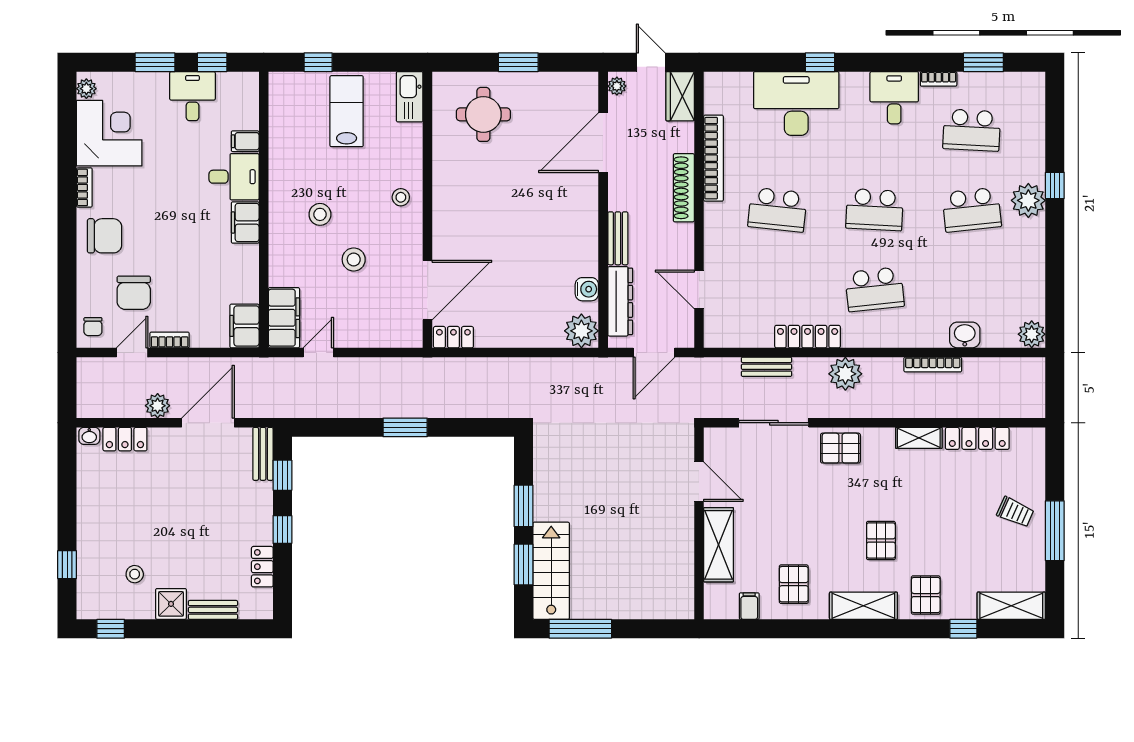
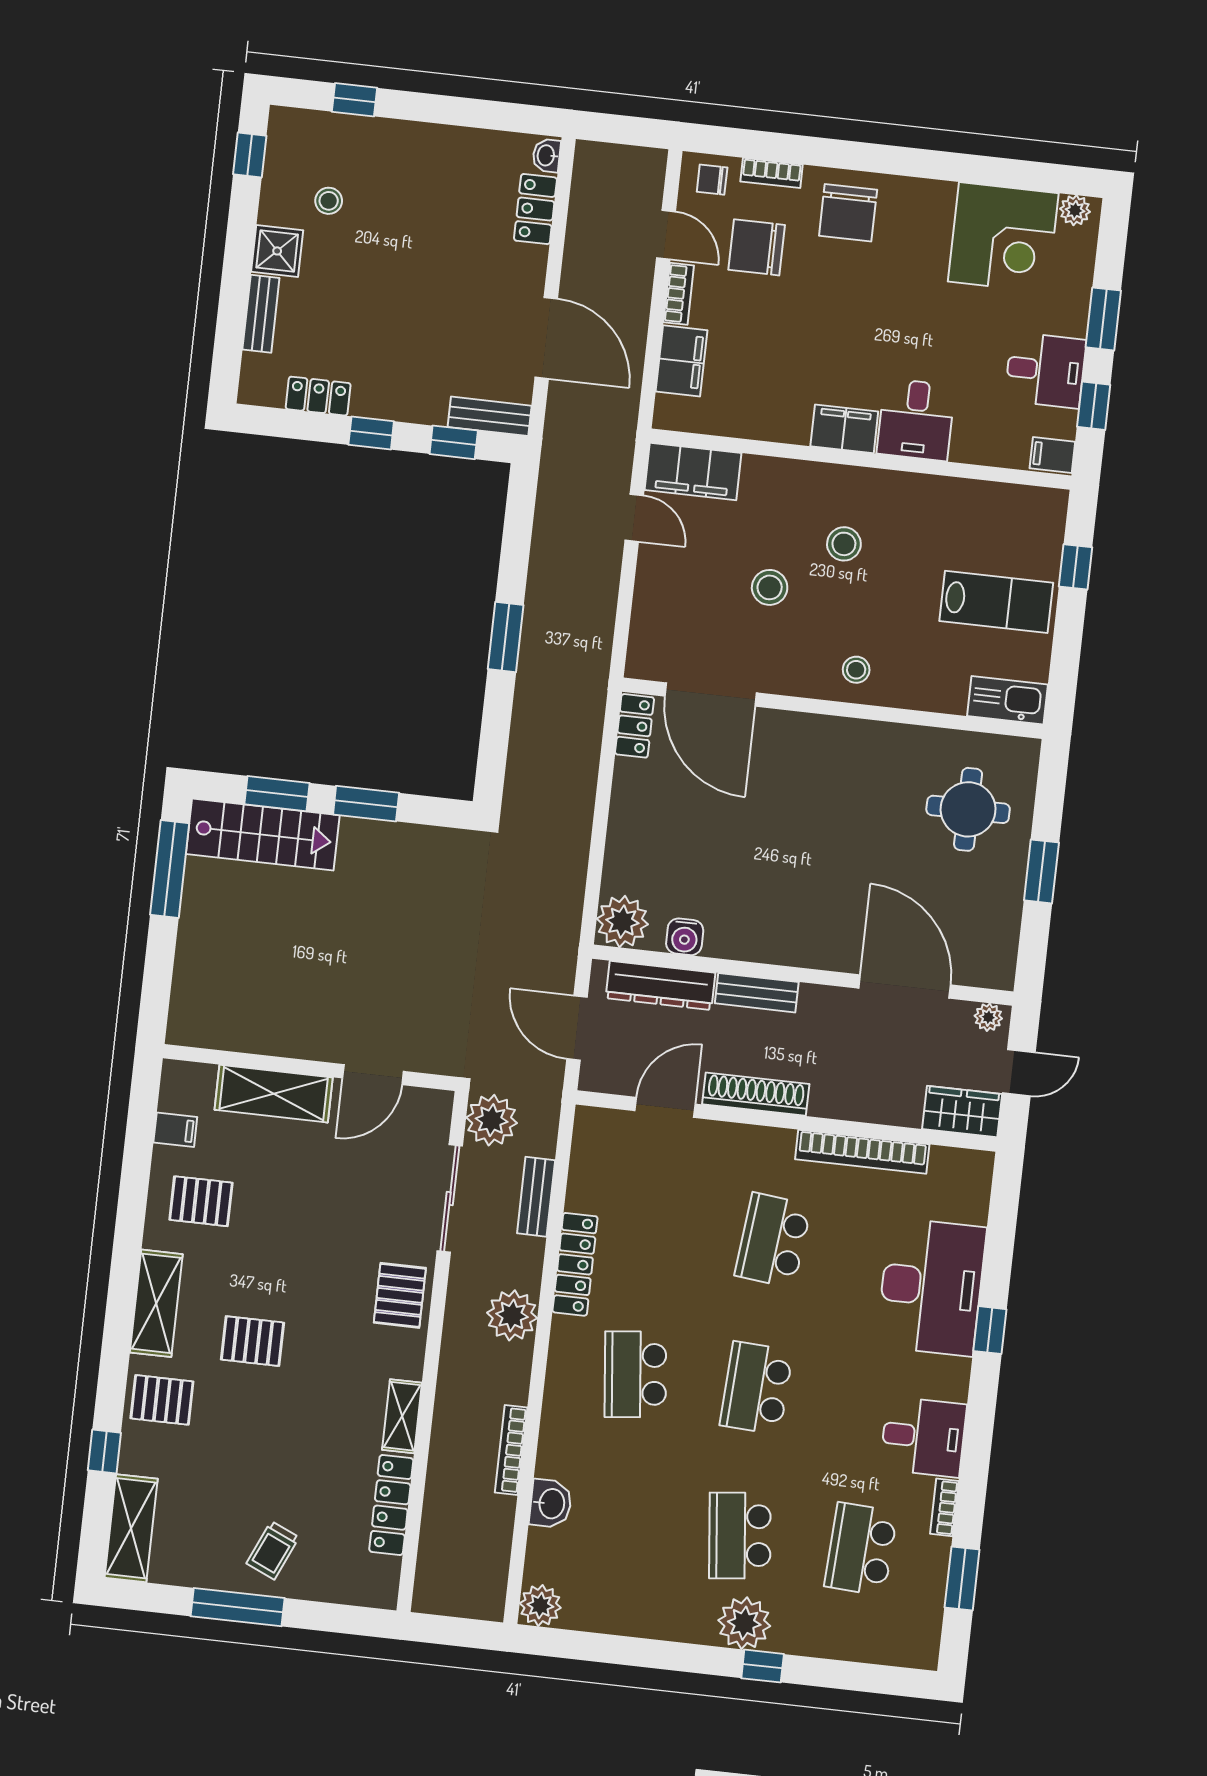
filing cabinet: (245, 141) -> (1052, 455), moved, turned -90
bookcase: (84, 187) -> (772, 173), moved
shoe rack: (684, 188) -> (756, 1094), moved
filing cabinet: (244, 326) -> (681, 361), moved, turned 90
plant: (158, 406) -> (492, 1120), moved, width x1.36, depth x1.36

